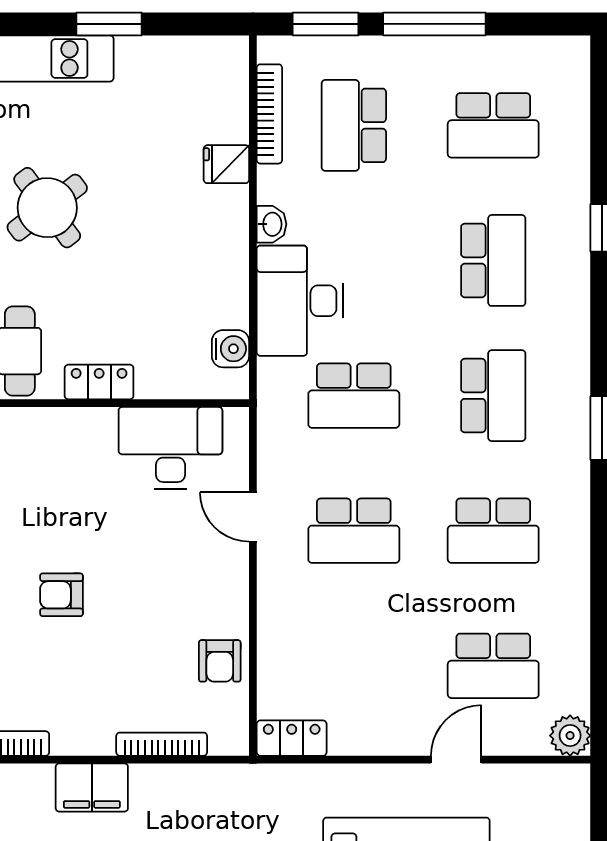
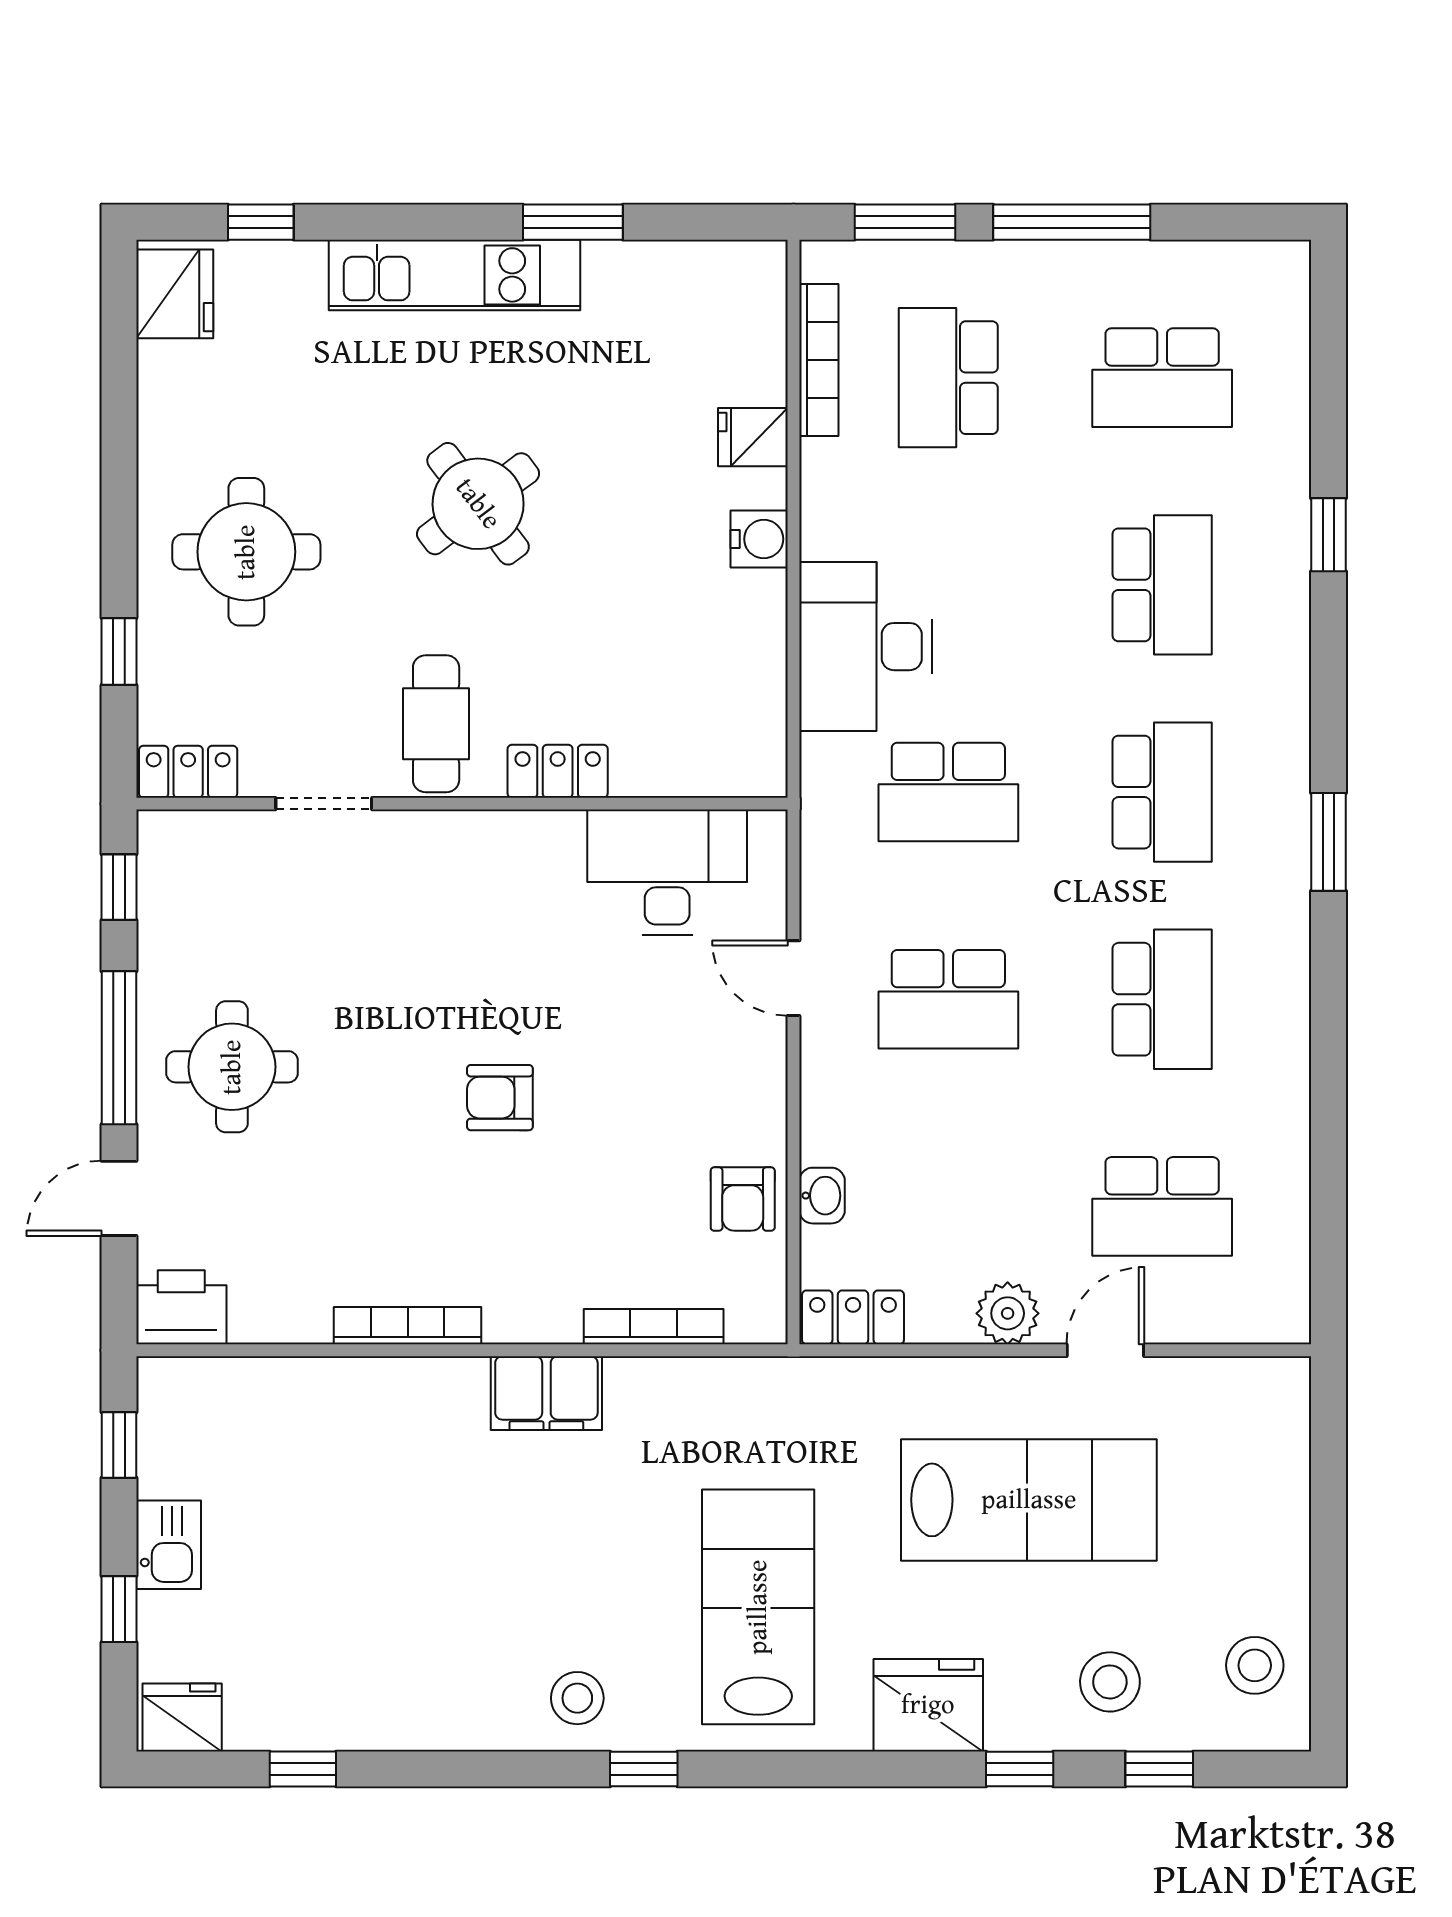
washbasin: (271, 224) -> (822, 1196), moved
water cooler: (230, 349) -> (759, 539), moved
school desk: (493, 531) -> (1162, 999), turned -90
plant: (570, 736) -> (1008, 1313), moved

